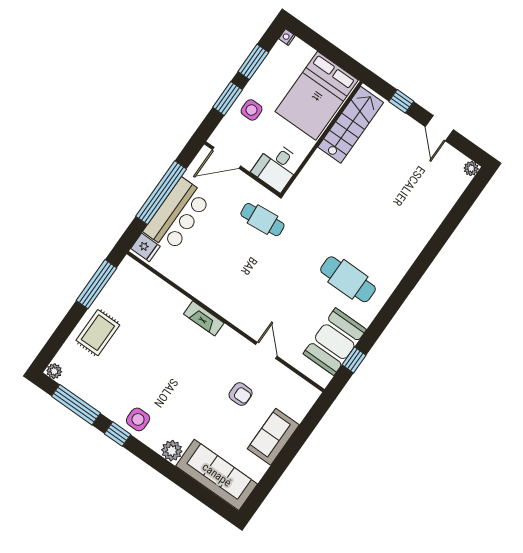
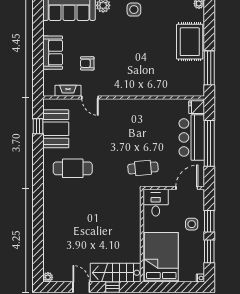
stairs: (351, 125) -> (116, 273), moved, turned 90
fireplace: (204, 318) -> (68, 91), moved
rug: (98, 333) -> (190, 42), width x1.36, depth x1.43

